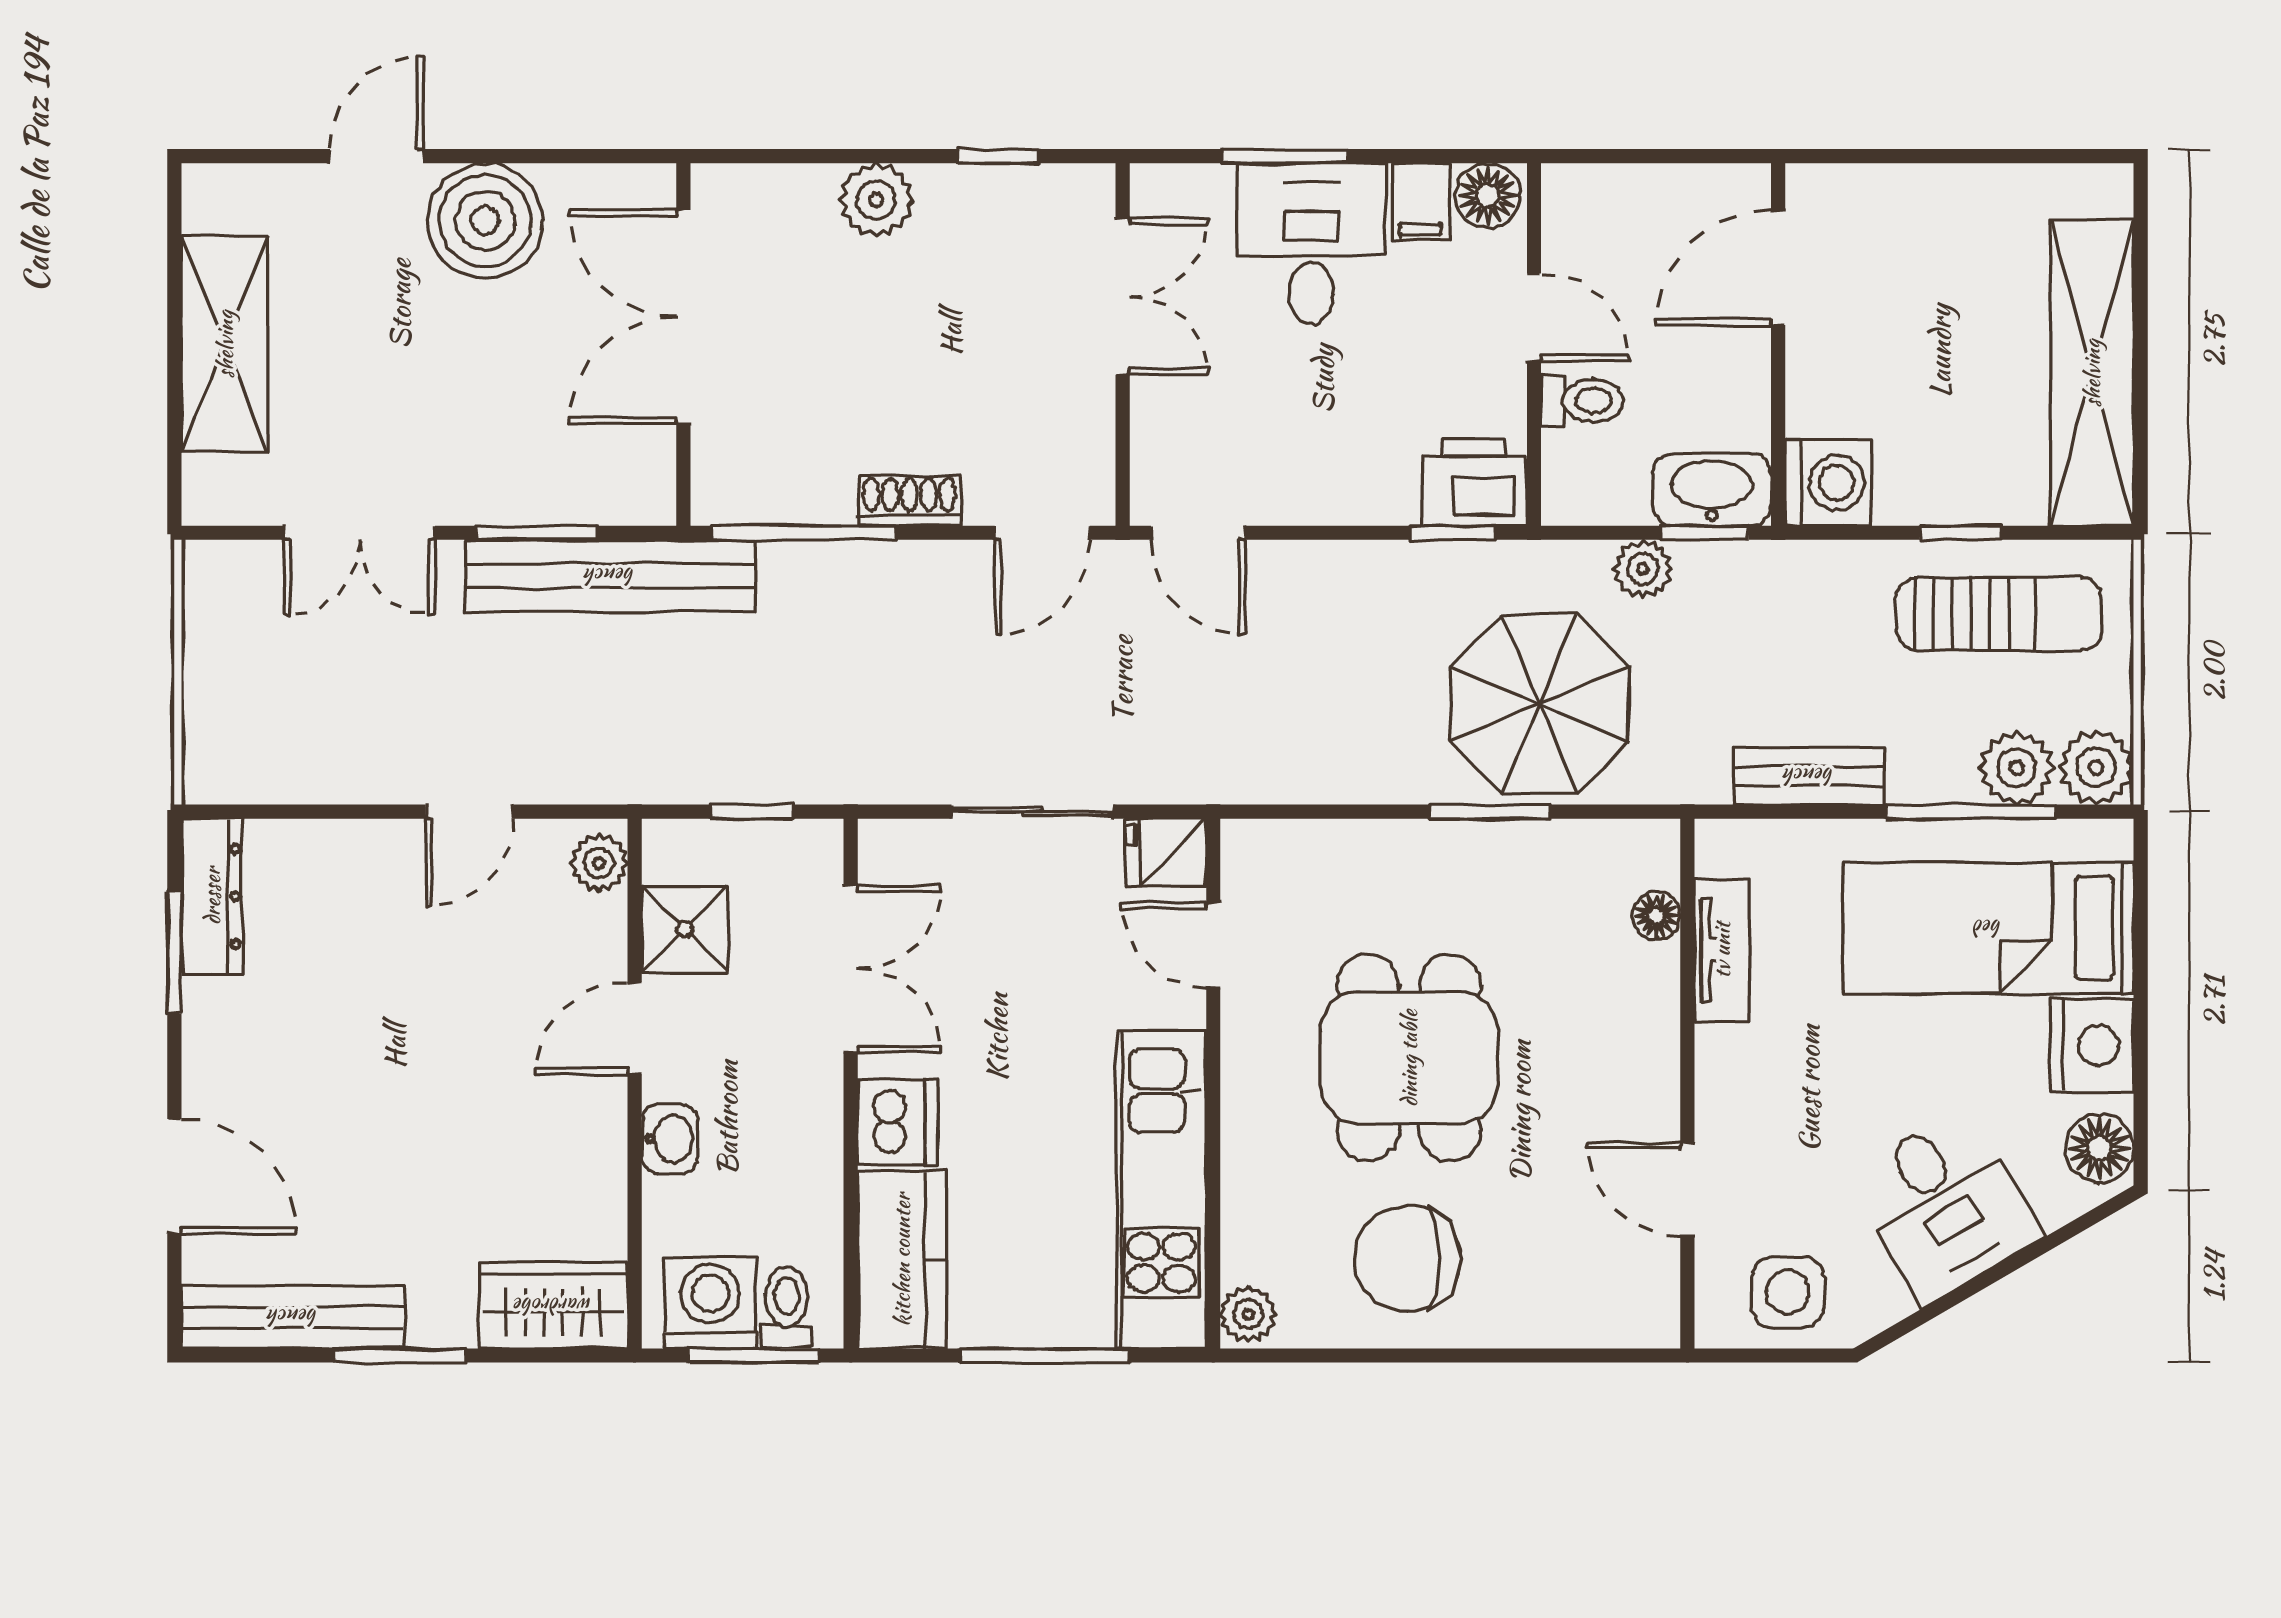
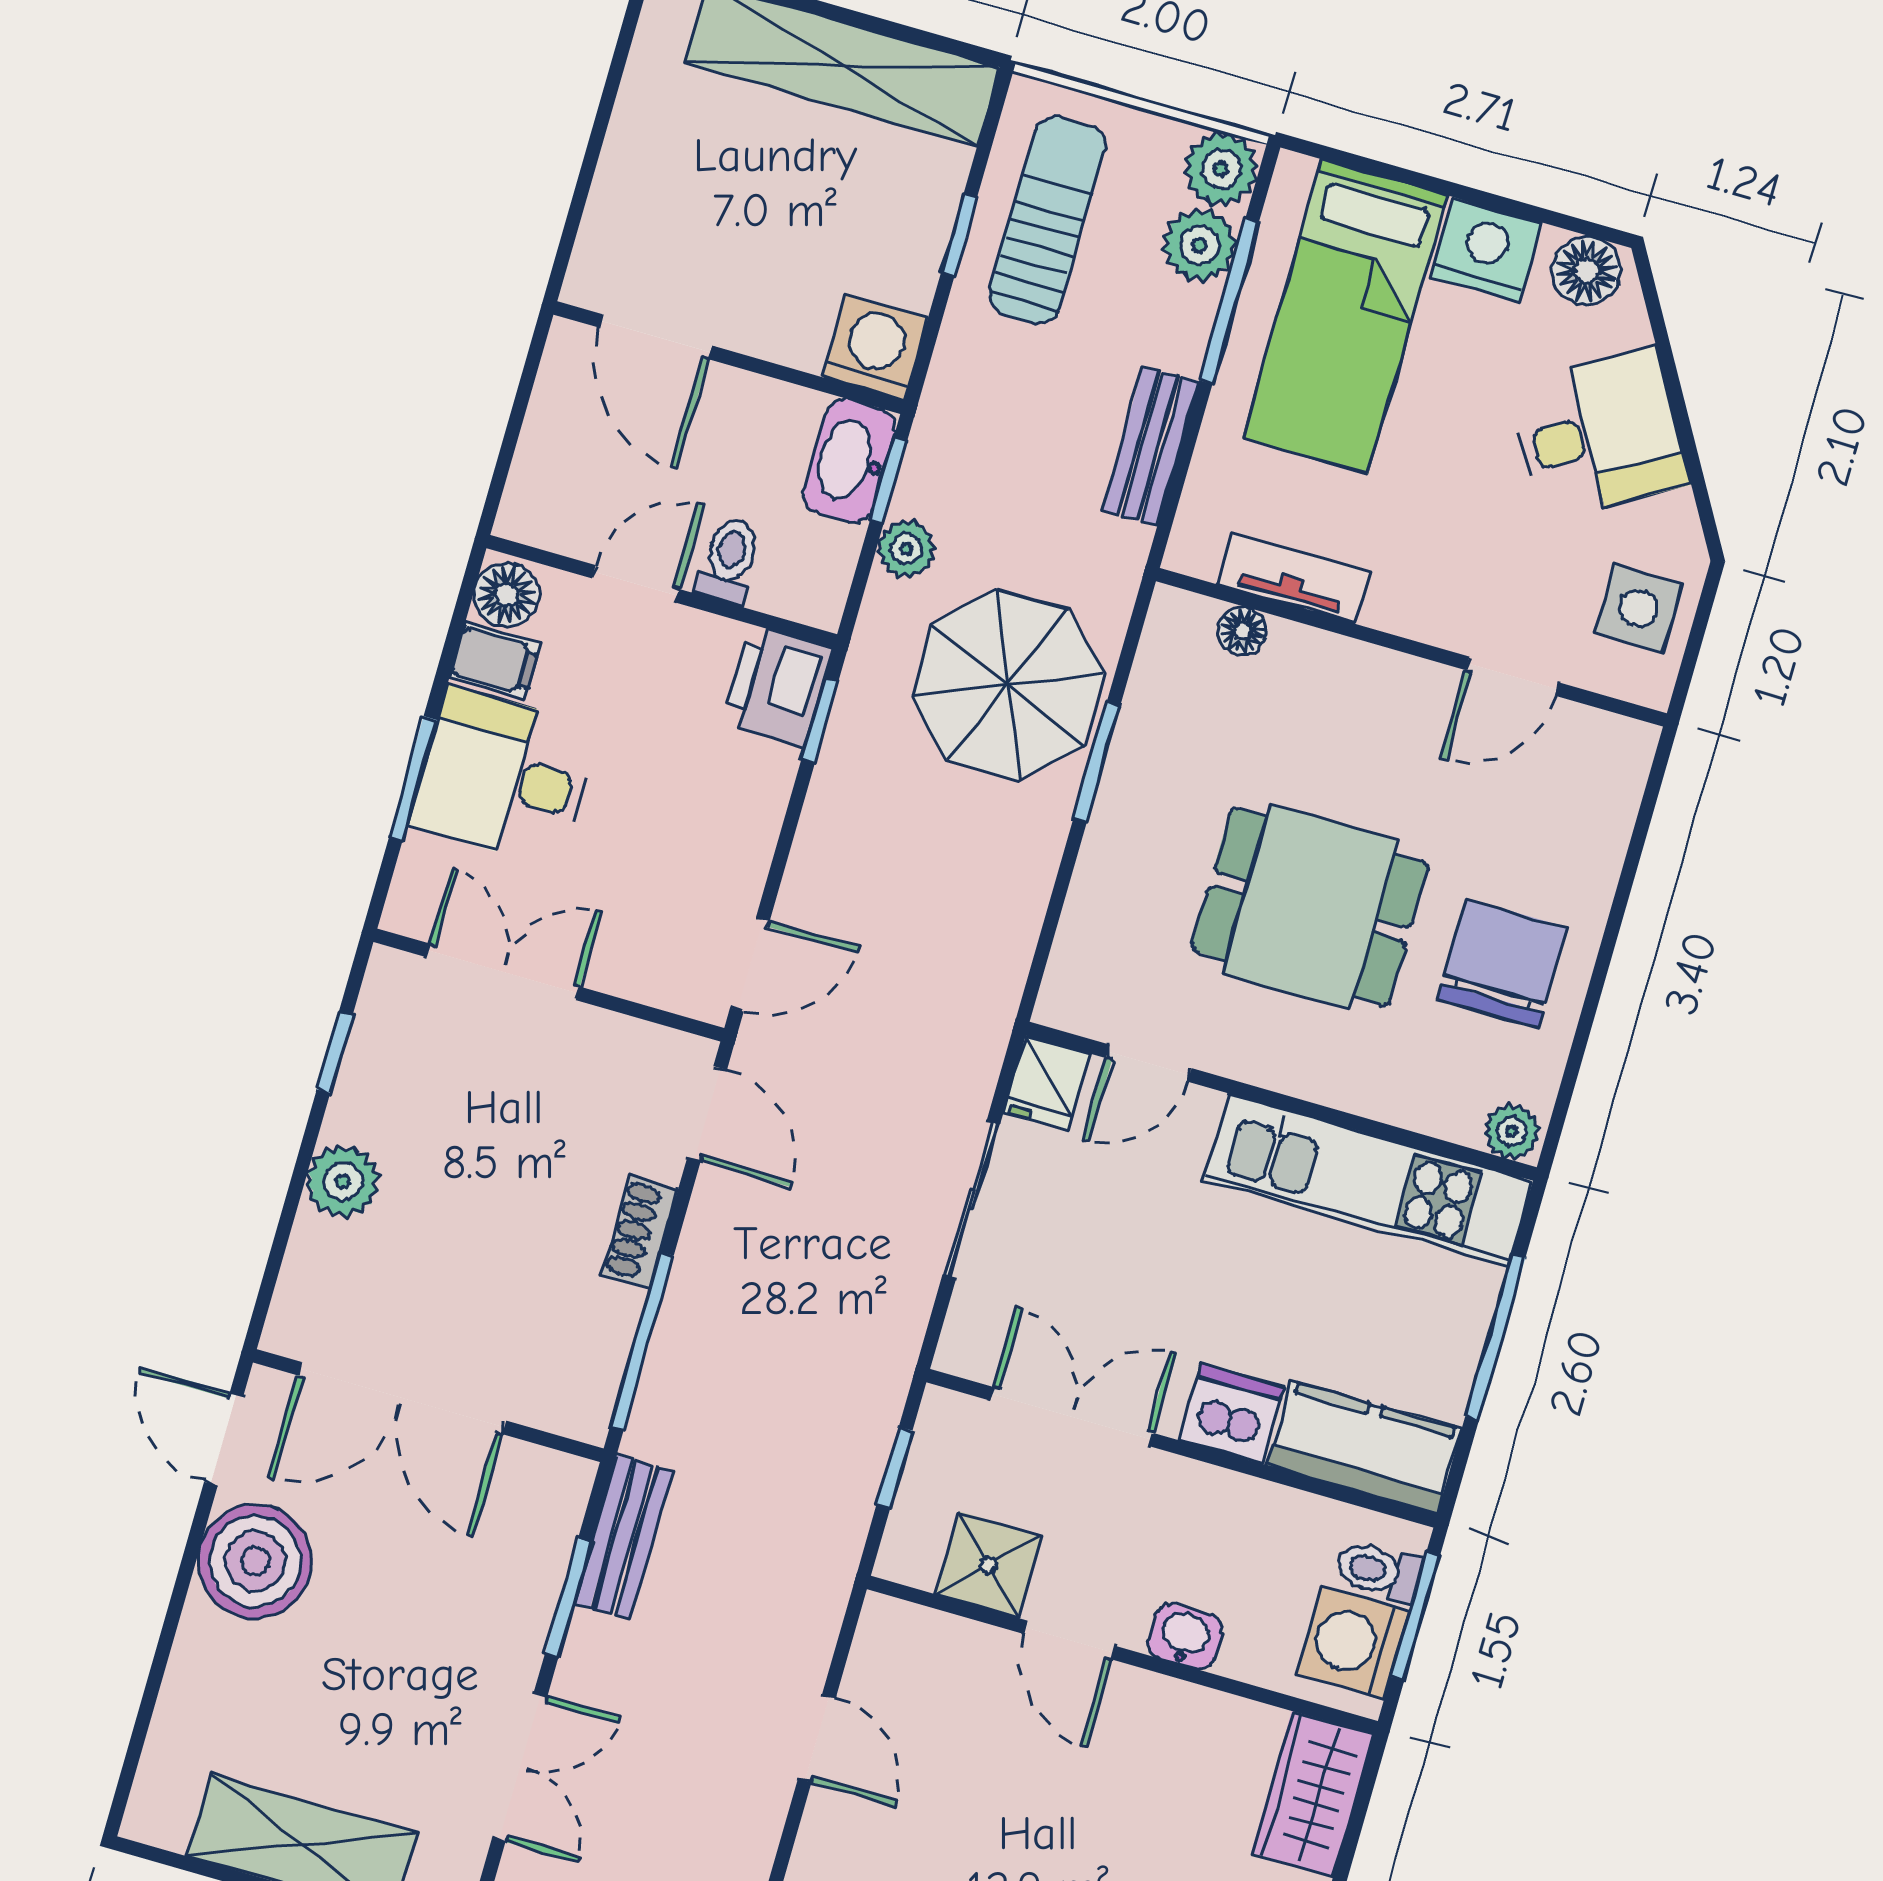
door: (376, 156) -> (224, 1439), moved
bench: (610, 576) -> (623, 1538), width x0.54, depth x0.82
plant: (599, 863) -> (902, 1629), removed
chair: (1407, 1258) -> (1502, 963), turned 180

